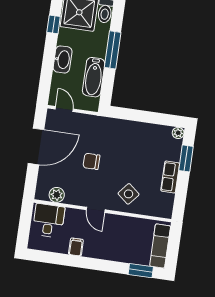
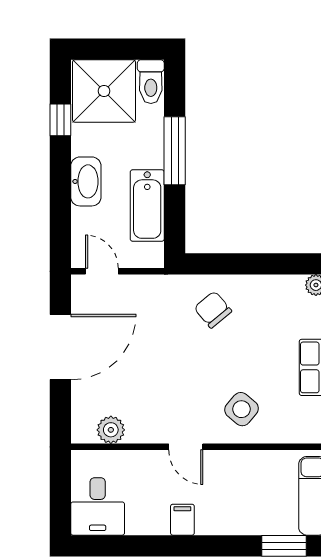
chair: (91, 161) -> (213, 310), moved, turned 50
desk: (49, 221) -> (98, 506), moved, turned 180
filing cabinet: (76, 247) -> (182, 520), moved

